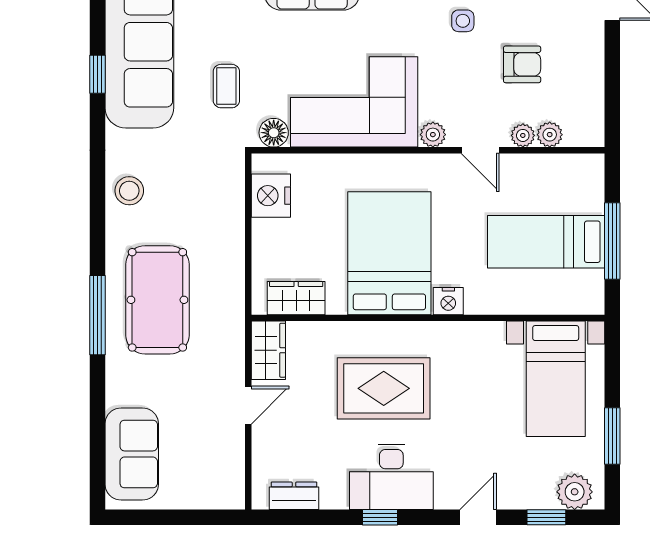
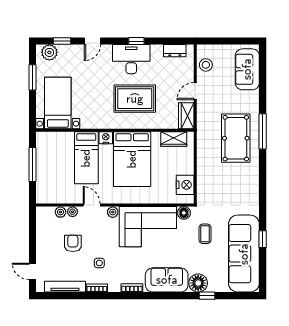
armchair: (522, 64) -> (73, 243), turned 90
stool: (129, 191) -> (206, 65), moved
bed: (546, 242) -> (86, 158), moved, turned 90

